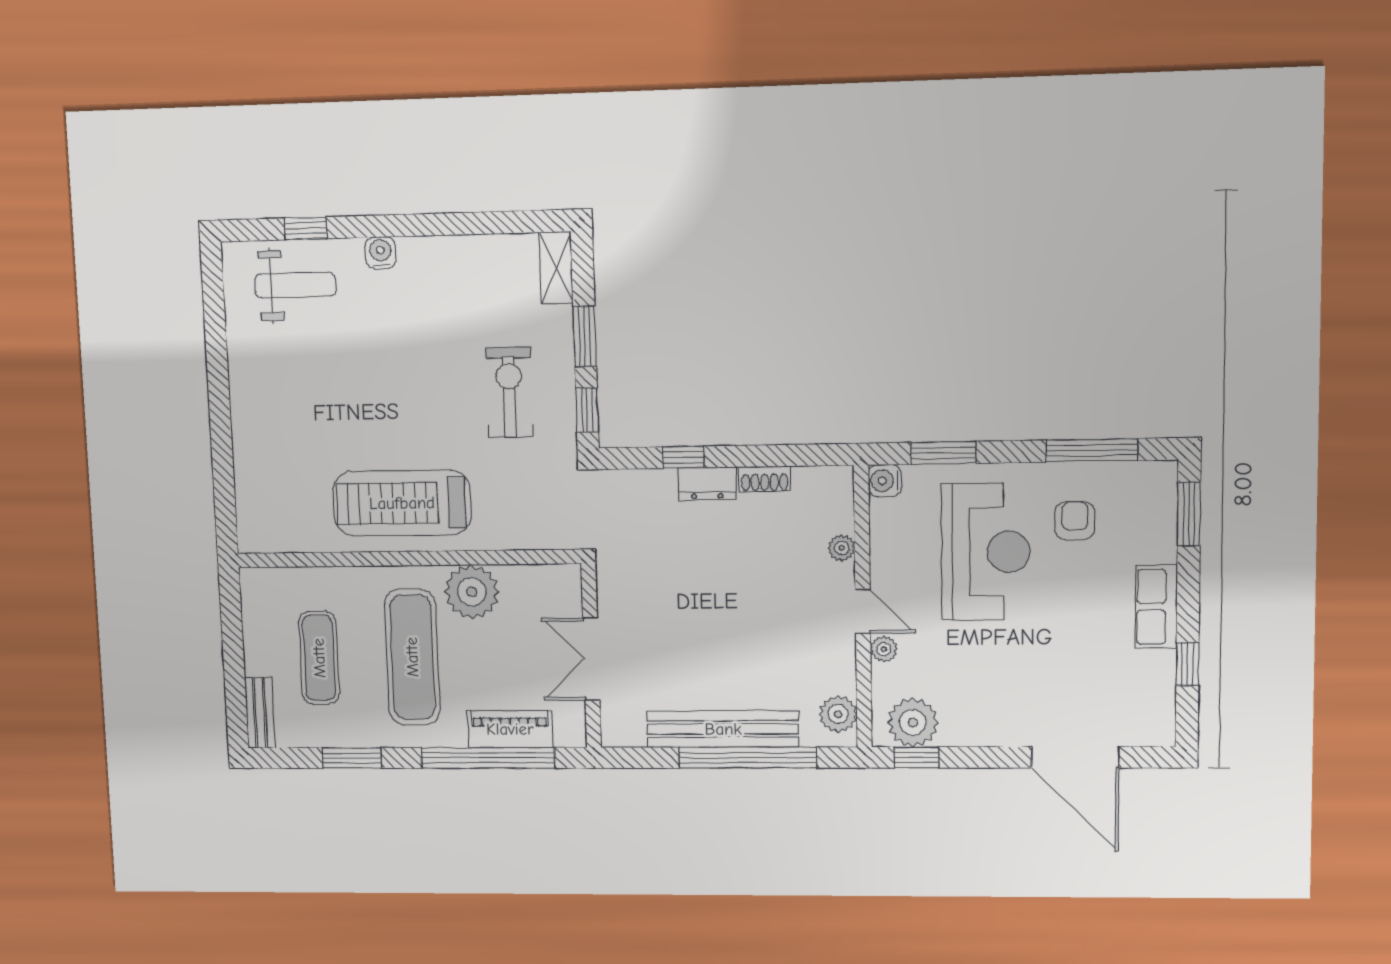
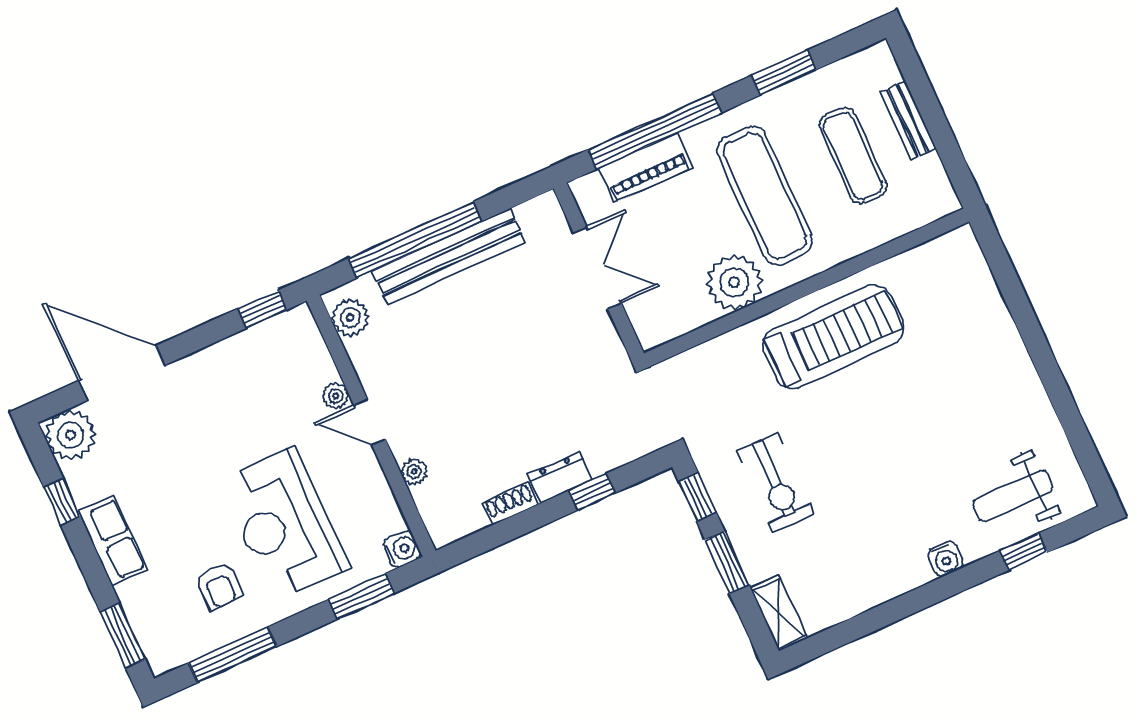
bench: (260, 713) -> (908, 120), moved
plant: (913, 722) -> (71, 435), moved

